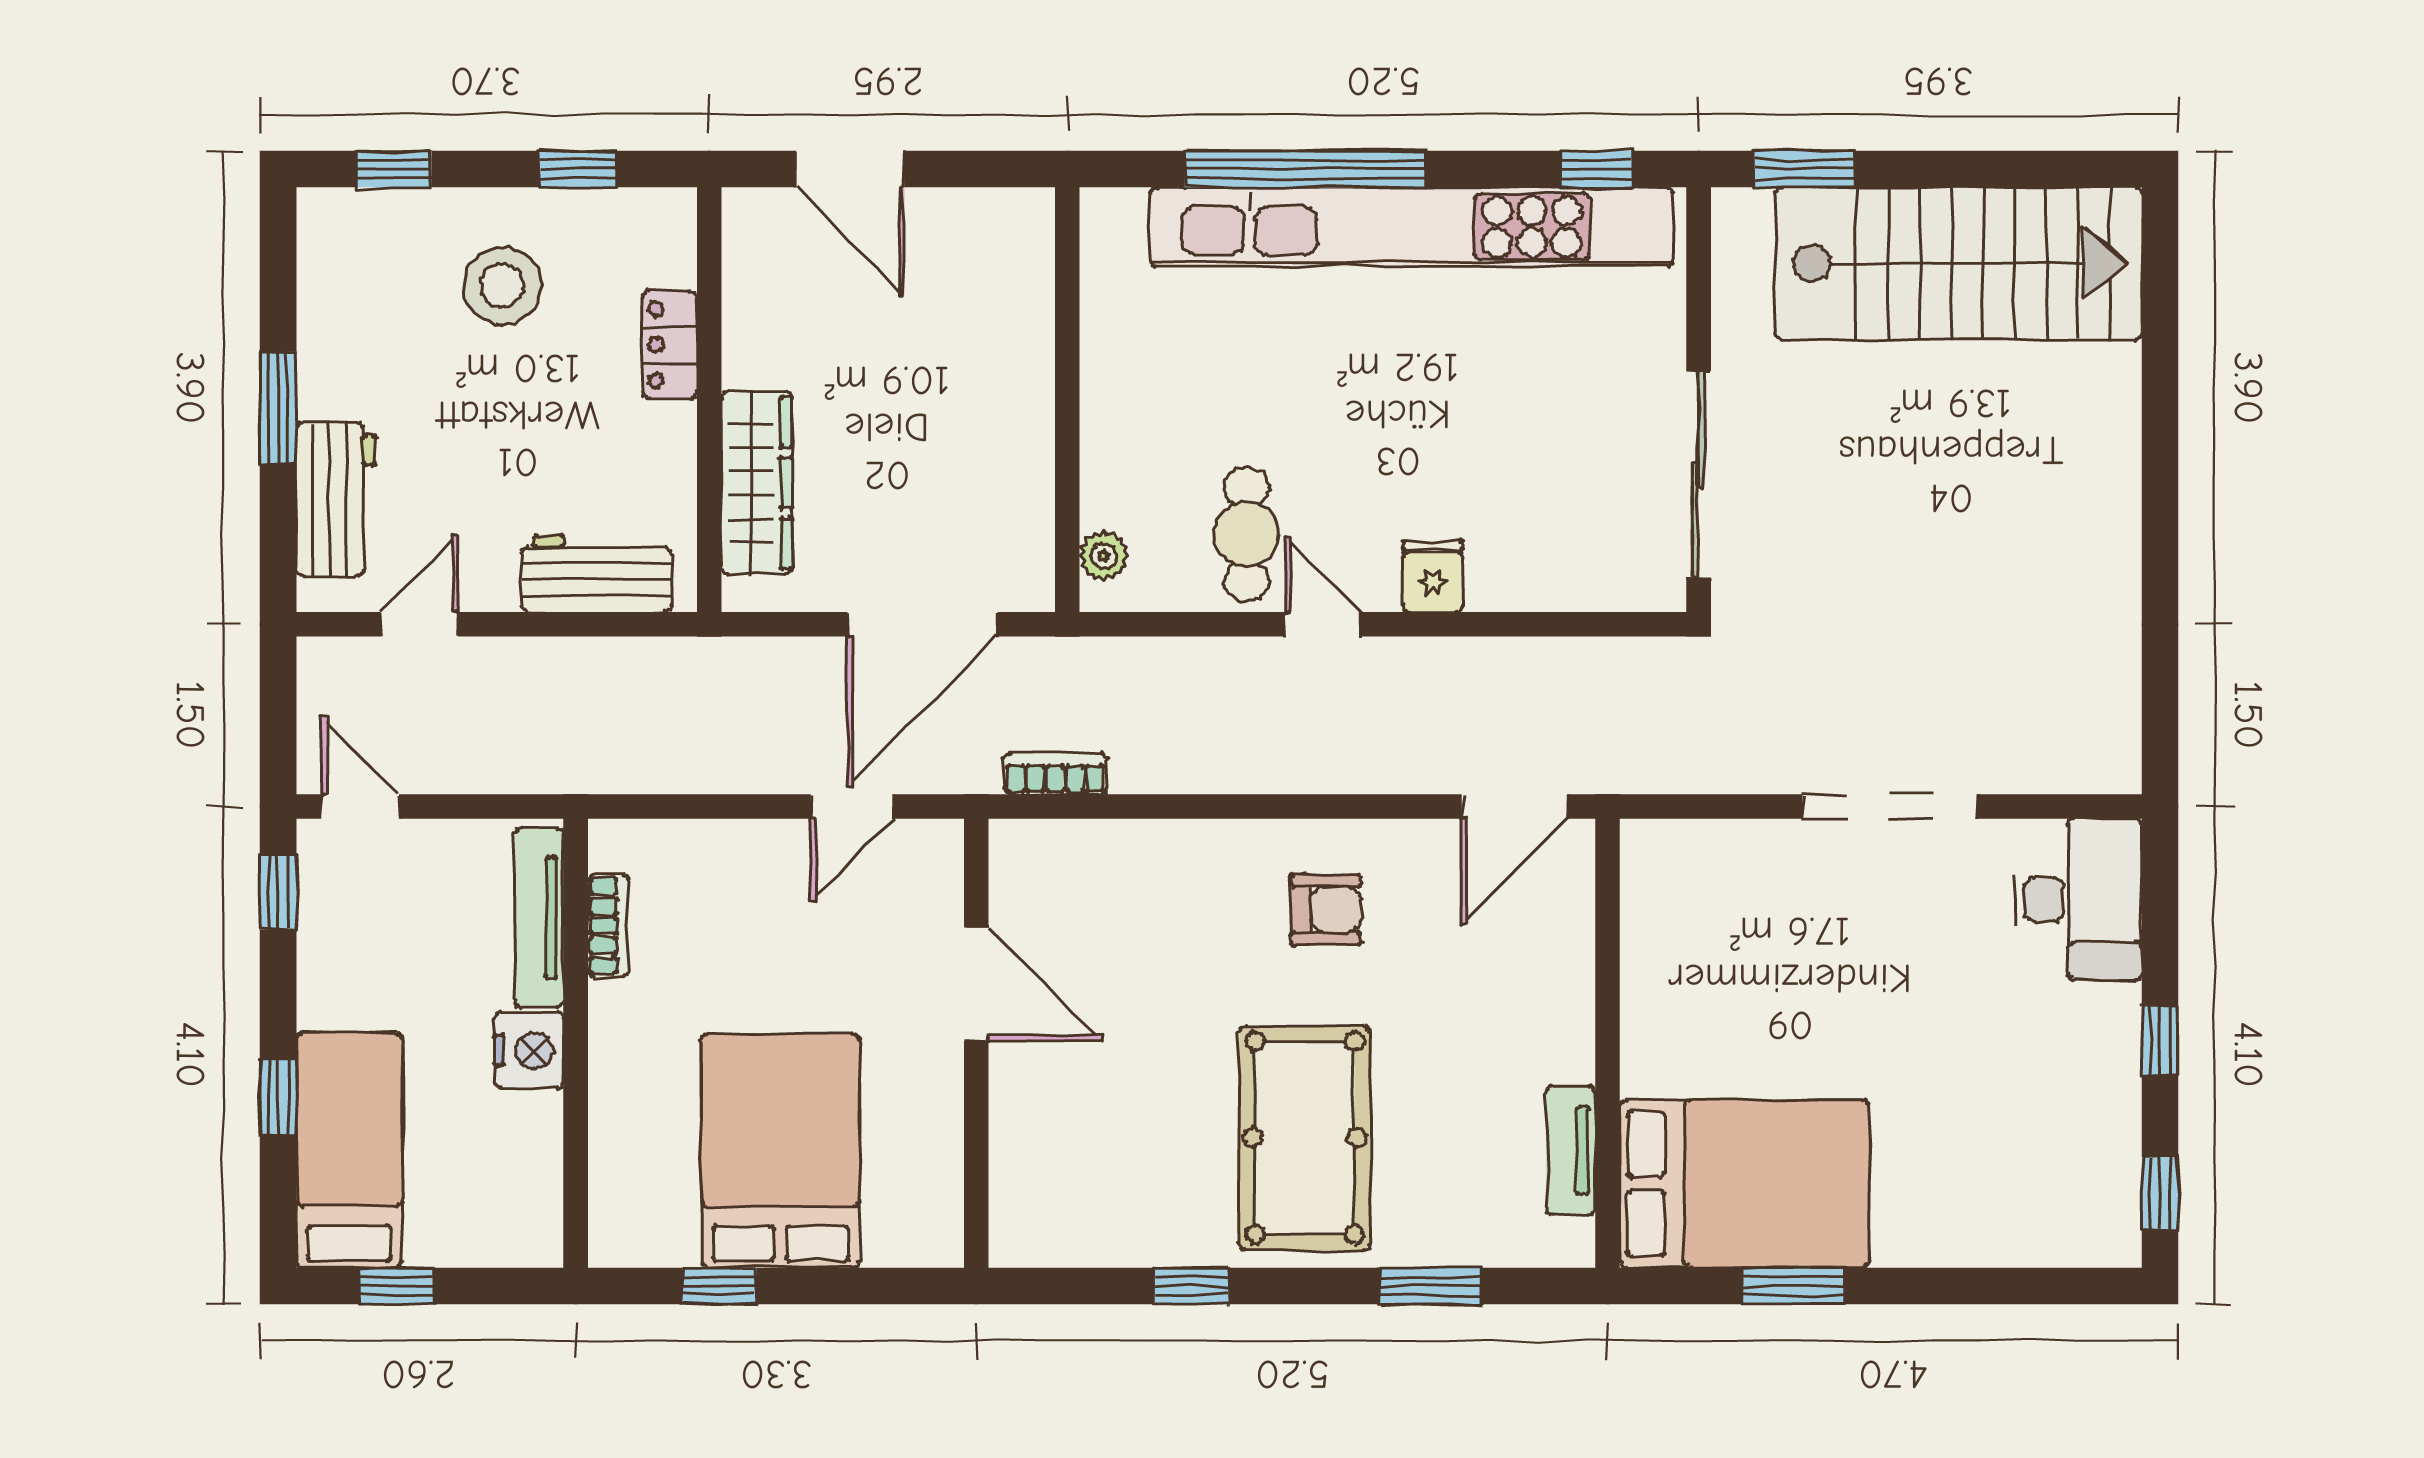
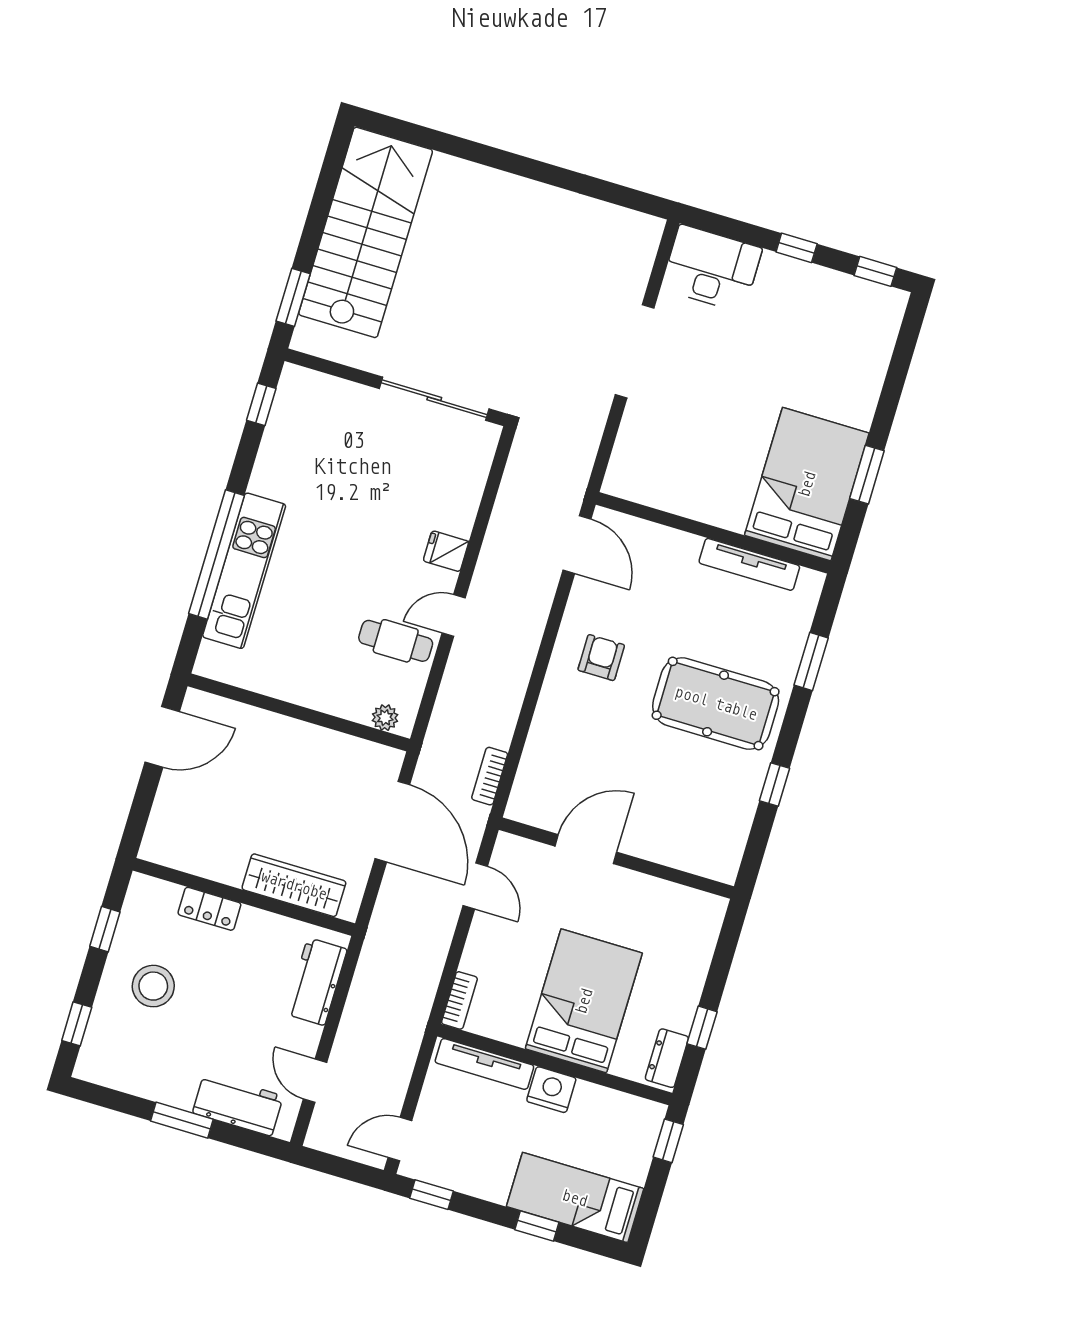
door: (850, 169) -> (162, 737), moved
kitchen unit: (1412, 227) -> (244, 571), width x0.54
bookcase: (608, 926) -> (459, 1000), moved, turned 90
bed: (780, 1151) -> (584, 1001), moved, turned 90
tv unit: (1571, 1151) -> (749, 564), width x1.41
dresser: (647, 1240) -> (667, 1058), added
window: (397, 1286) -> (668, 1141), moved

